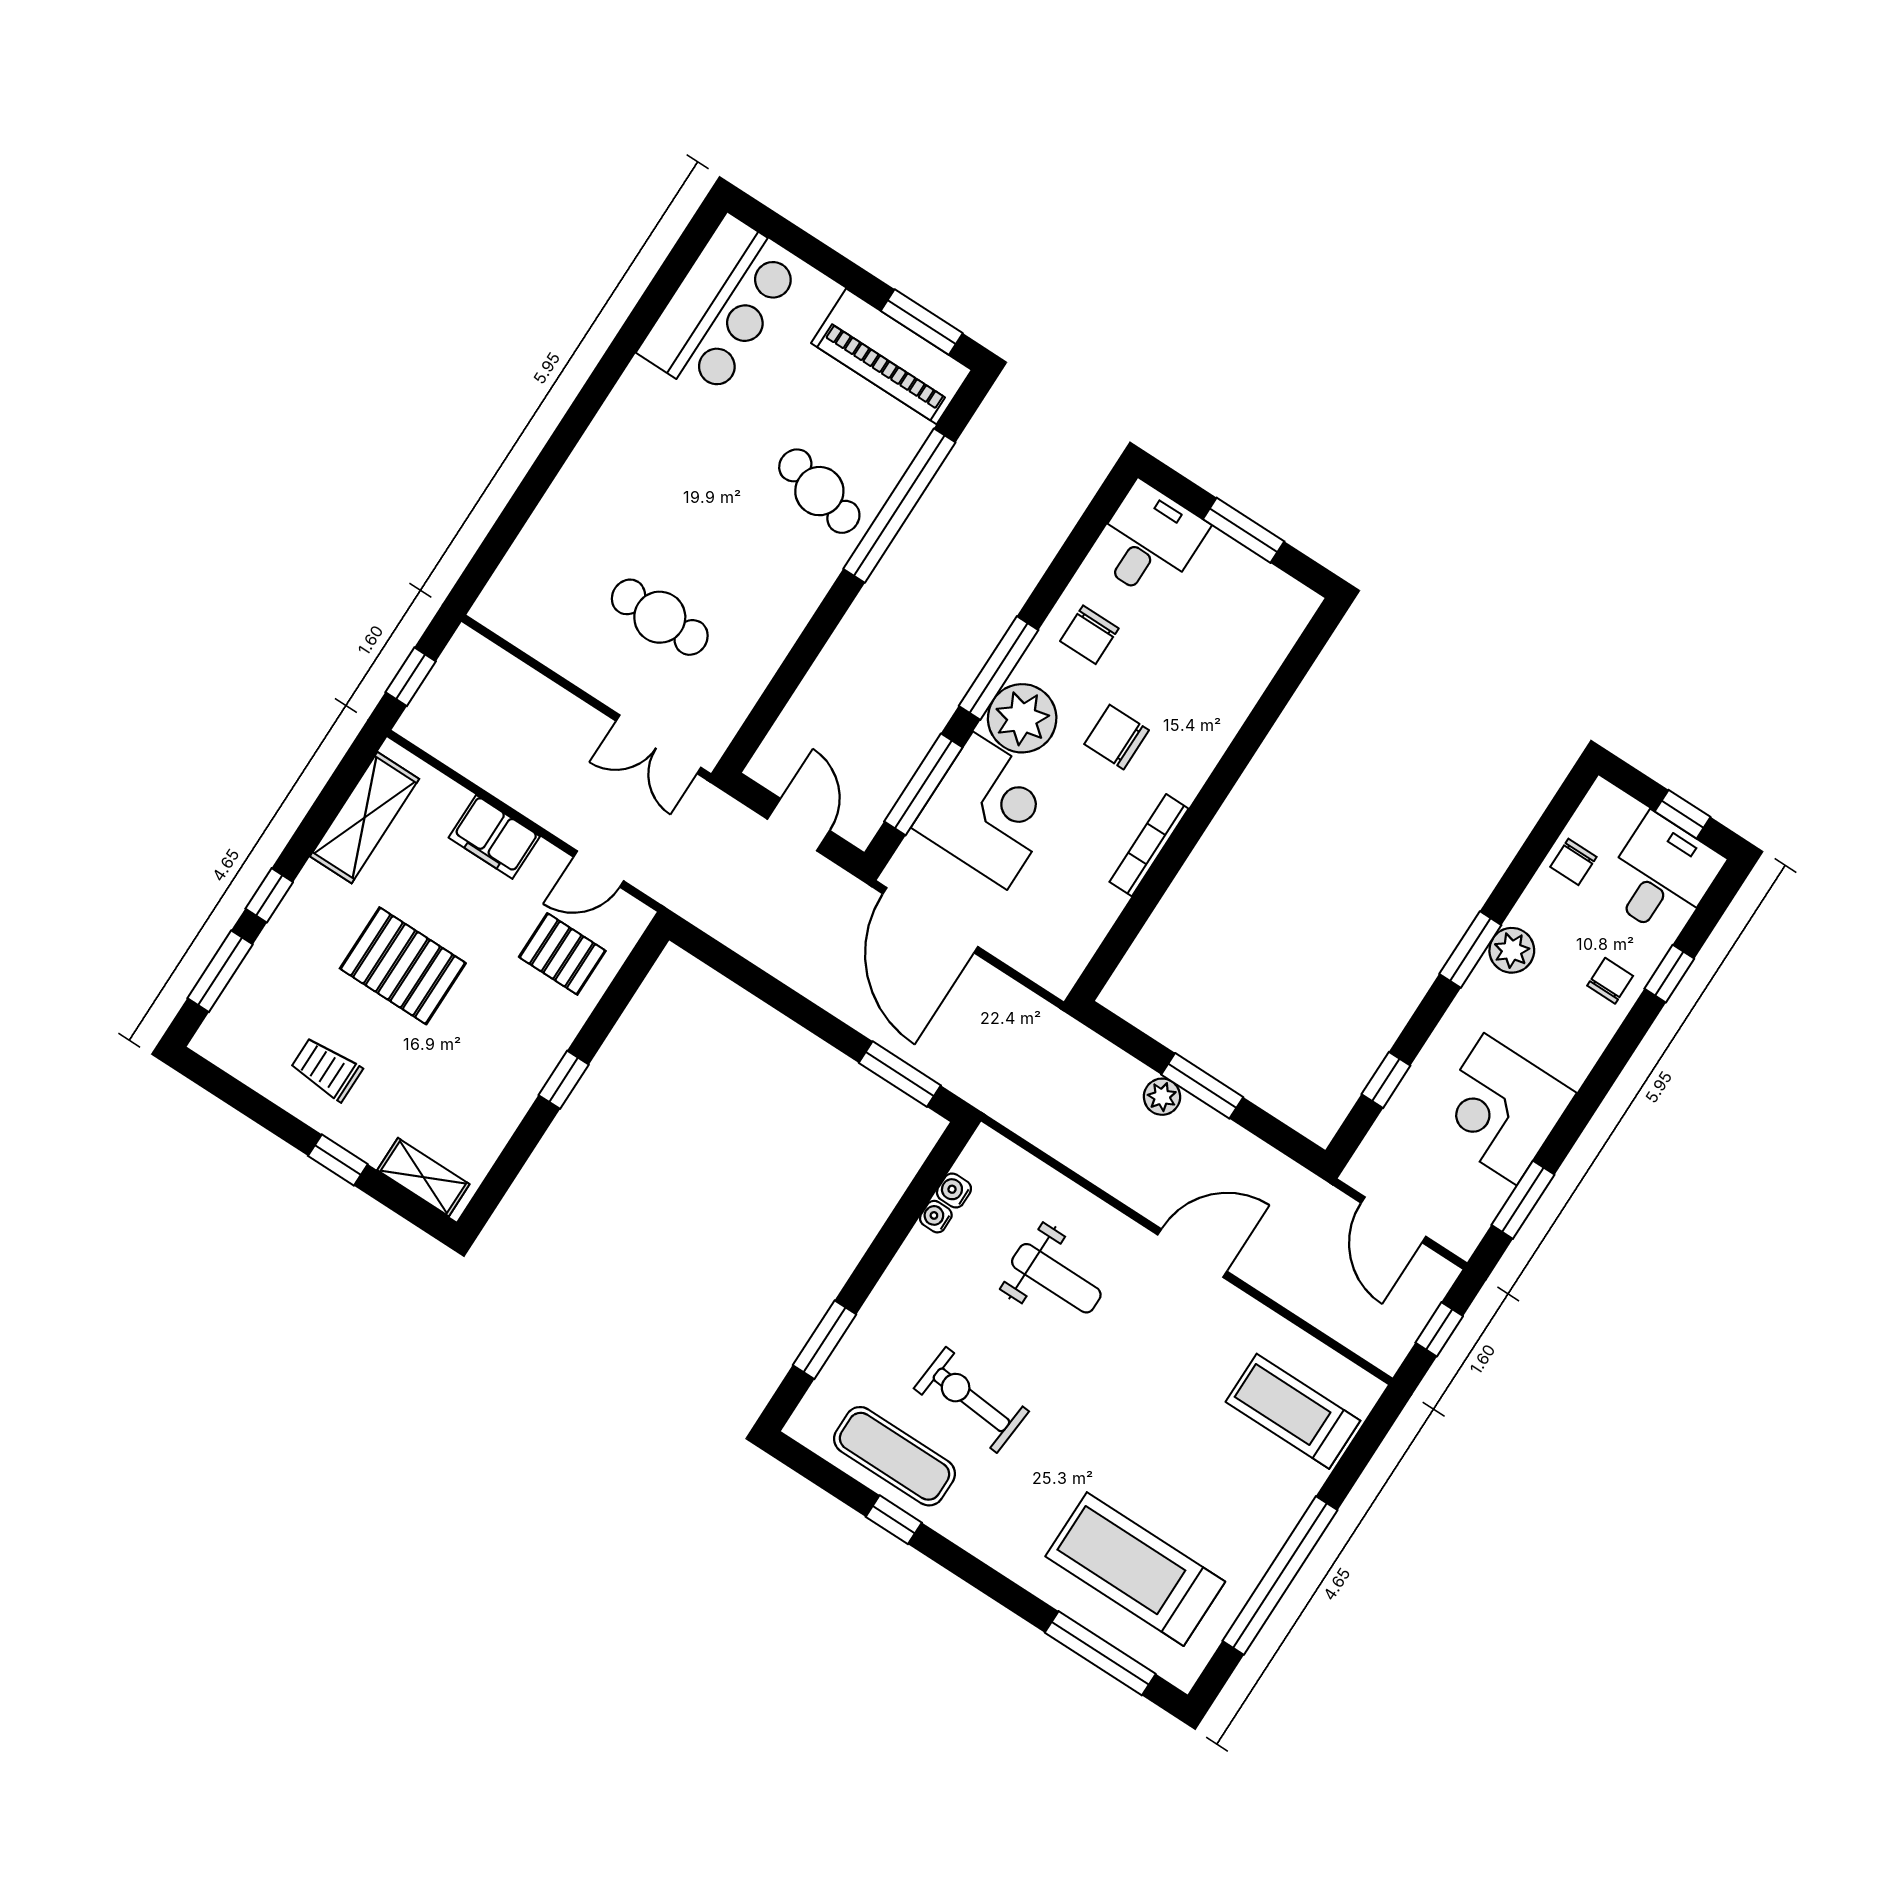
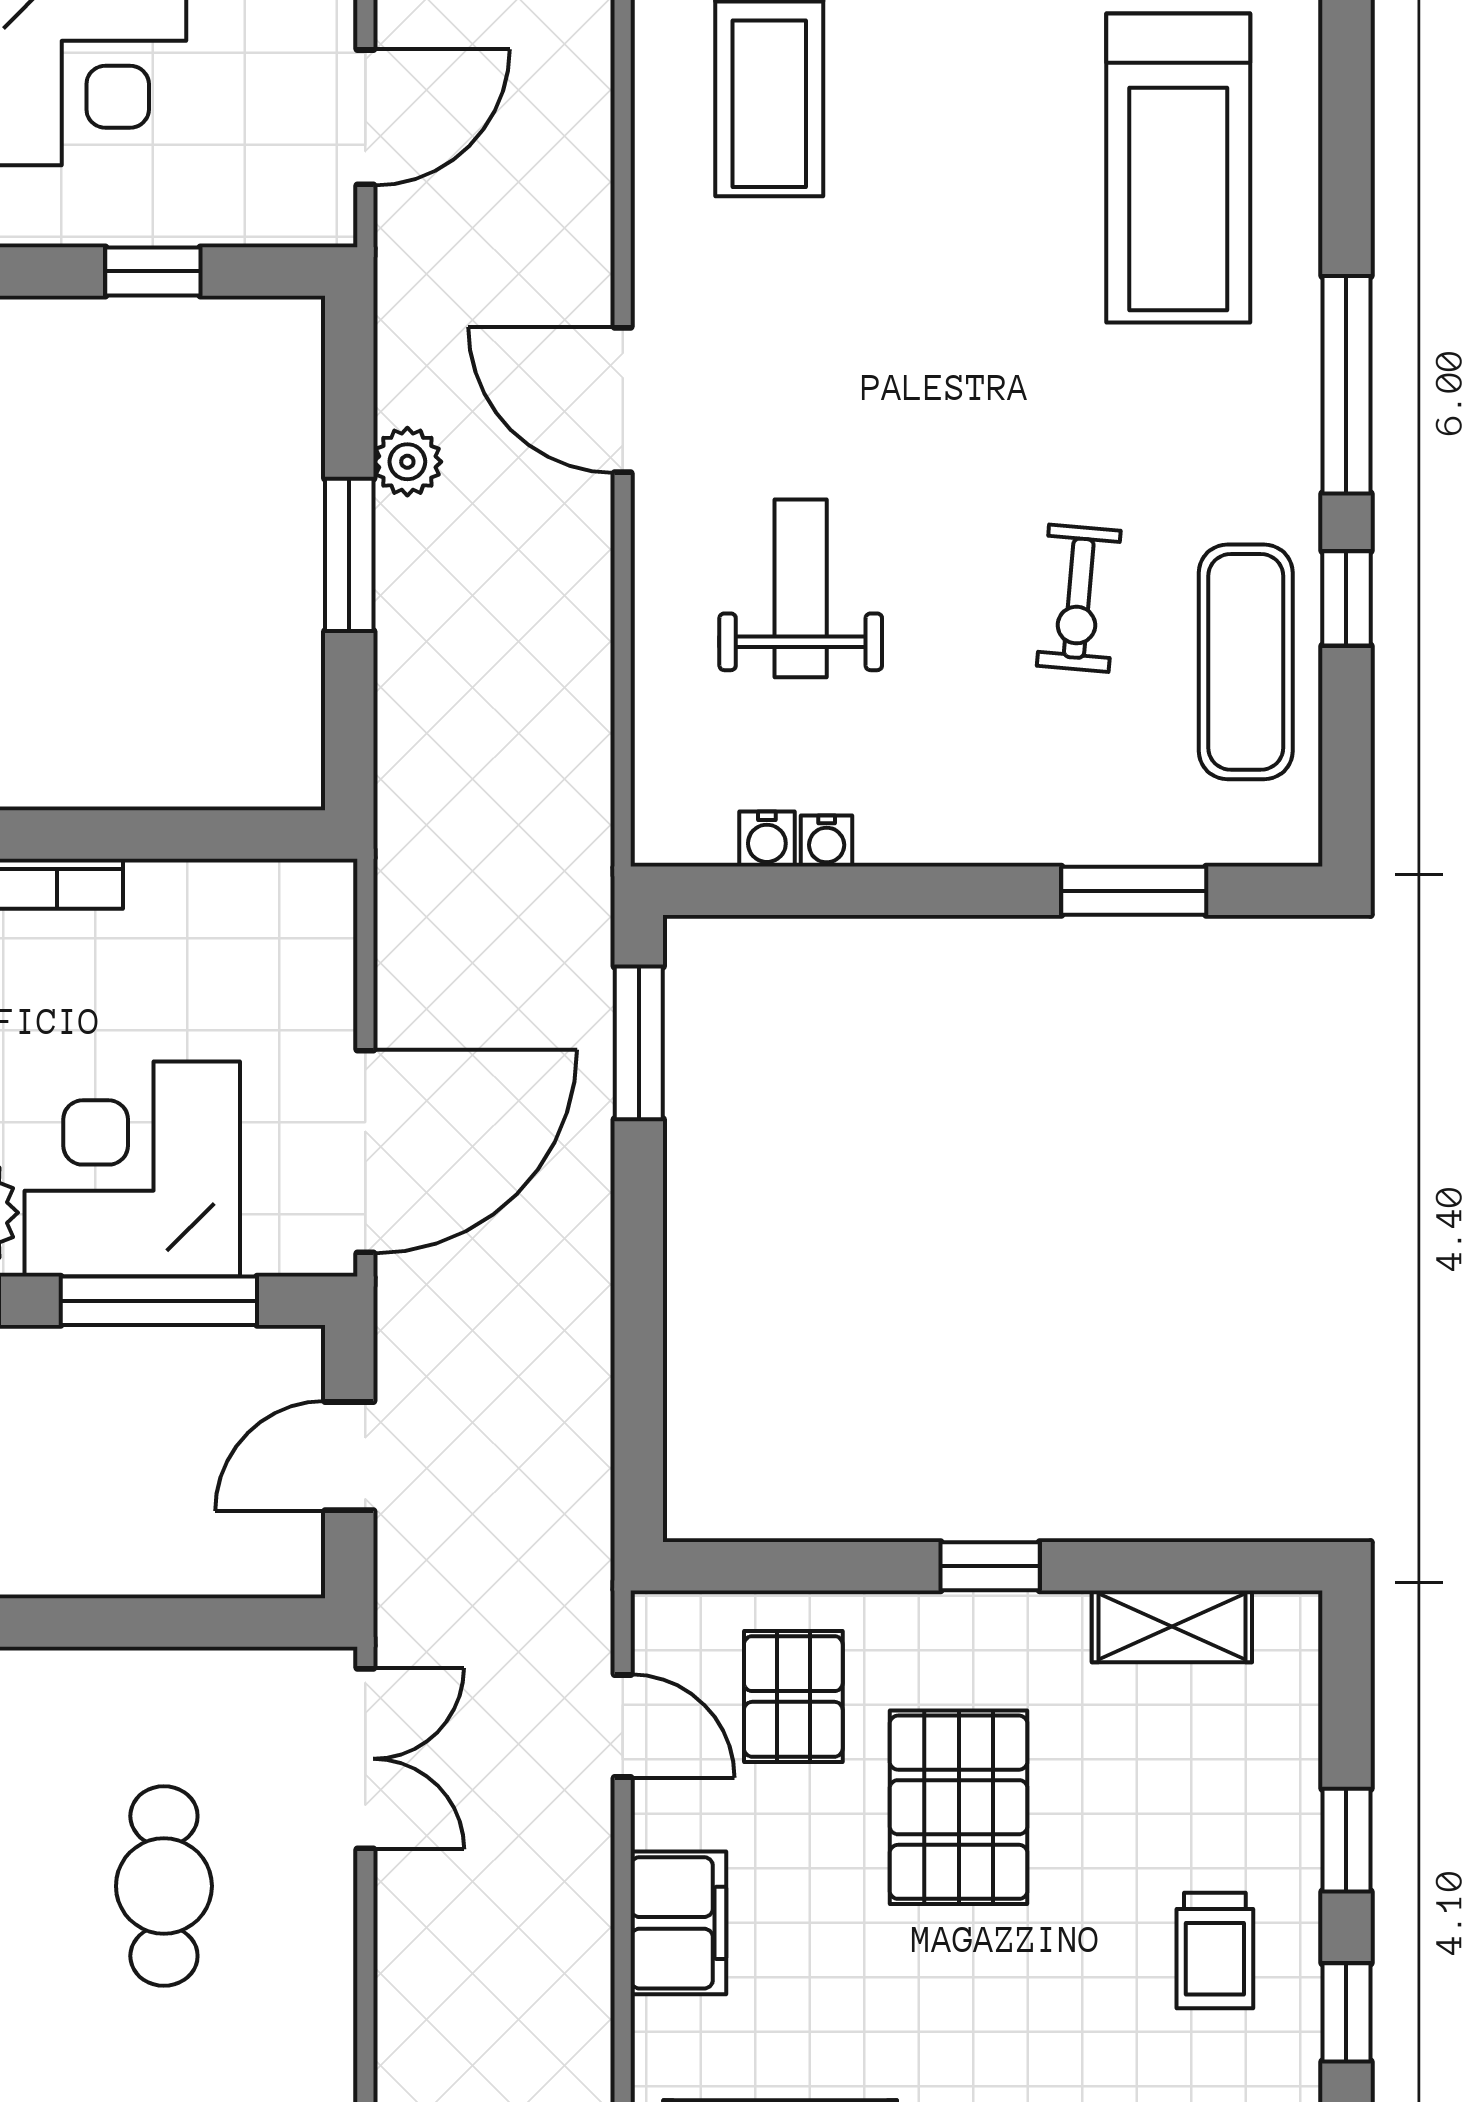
pallet: (403, 966) -> (959, 1807), moved
plant: (1162, 1097) -> (407, 462), moved
window: (261, 1110) -> (1346, 2012), added
shelving: (423, 1177) -> (1172, 1626), moved, turned 90
exercise bike: (971, 1400) -> (1079, 598), width x0.73, depth x0.72
window: (1100, 1653) -> (1346, 385), moved

